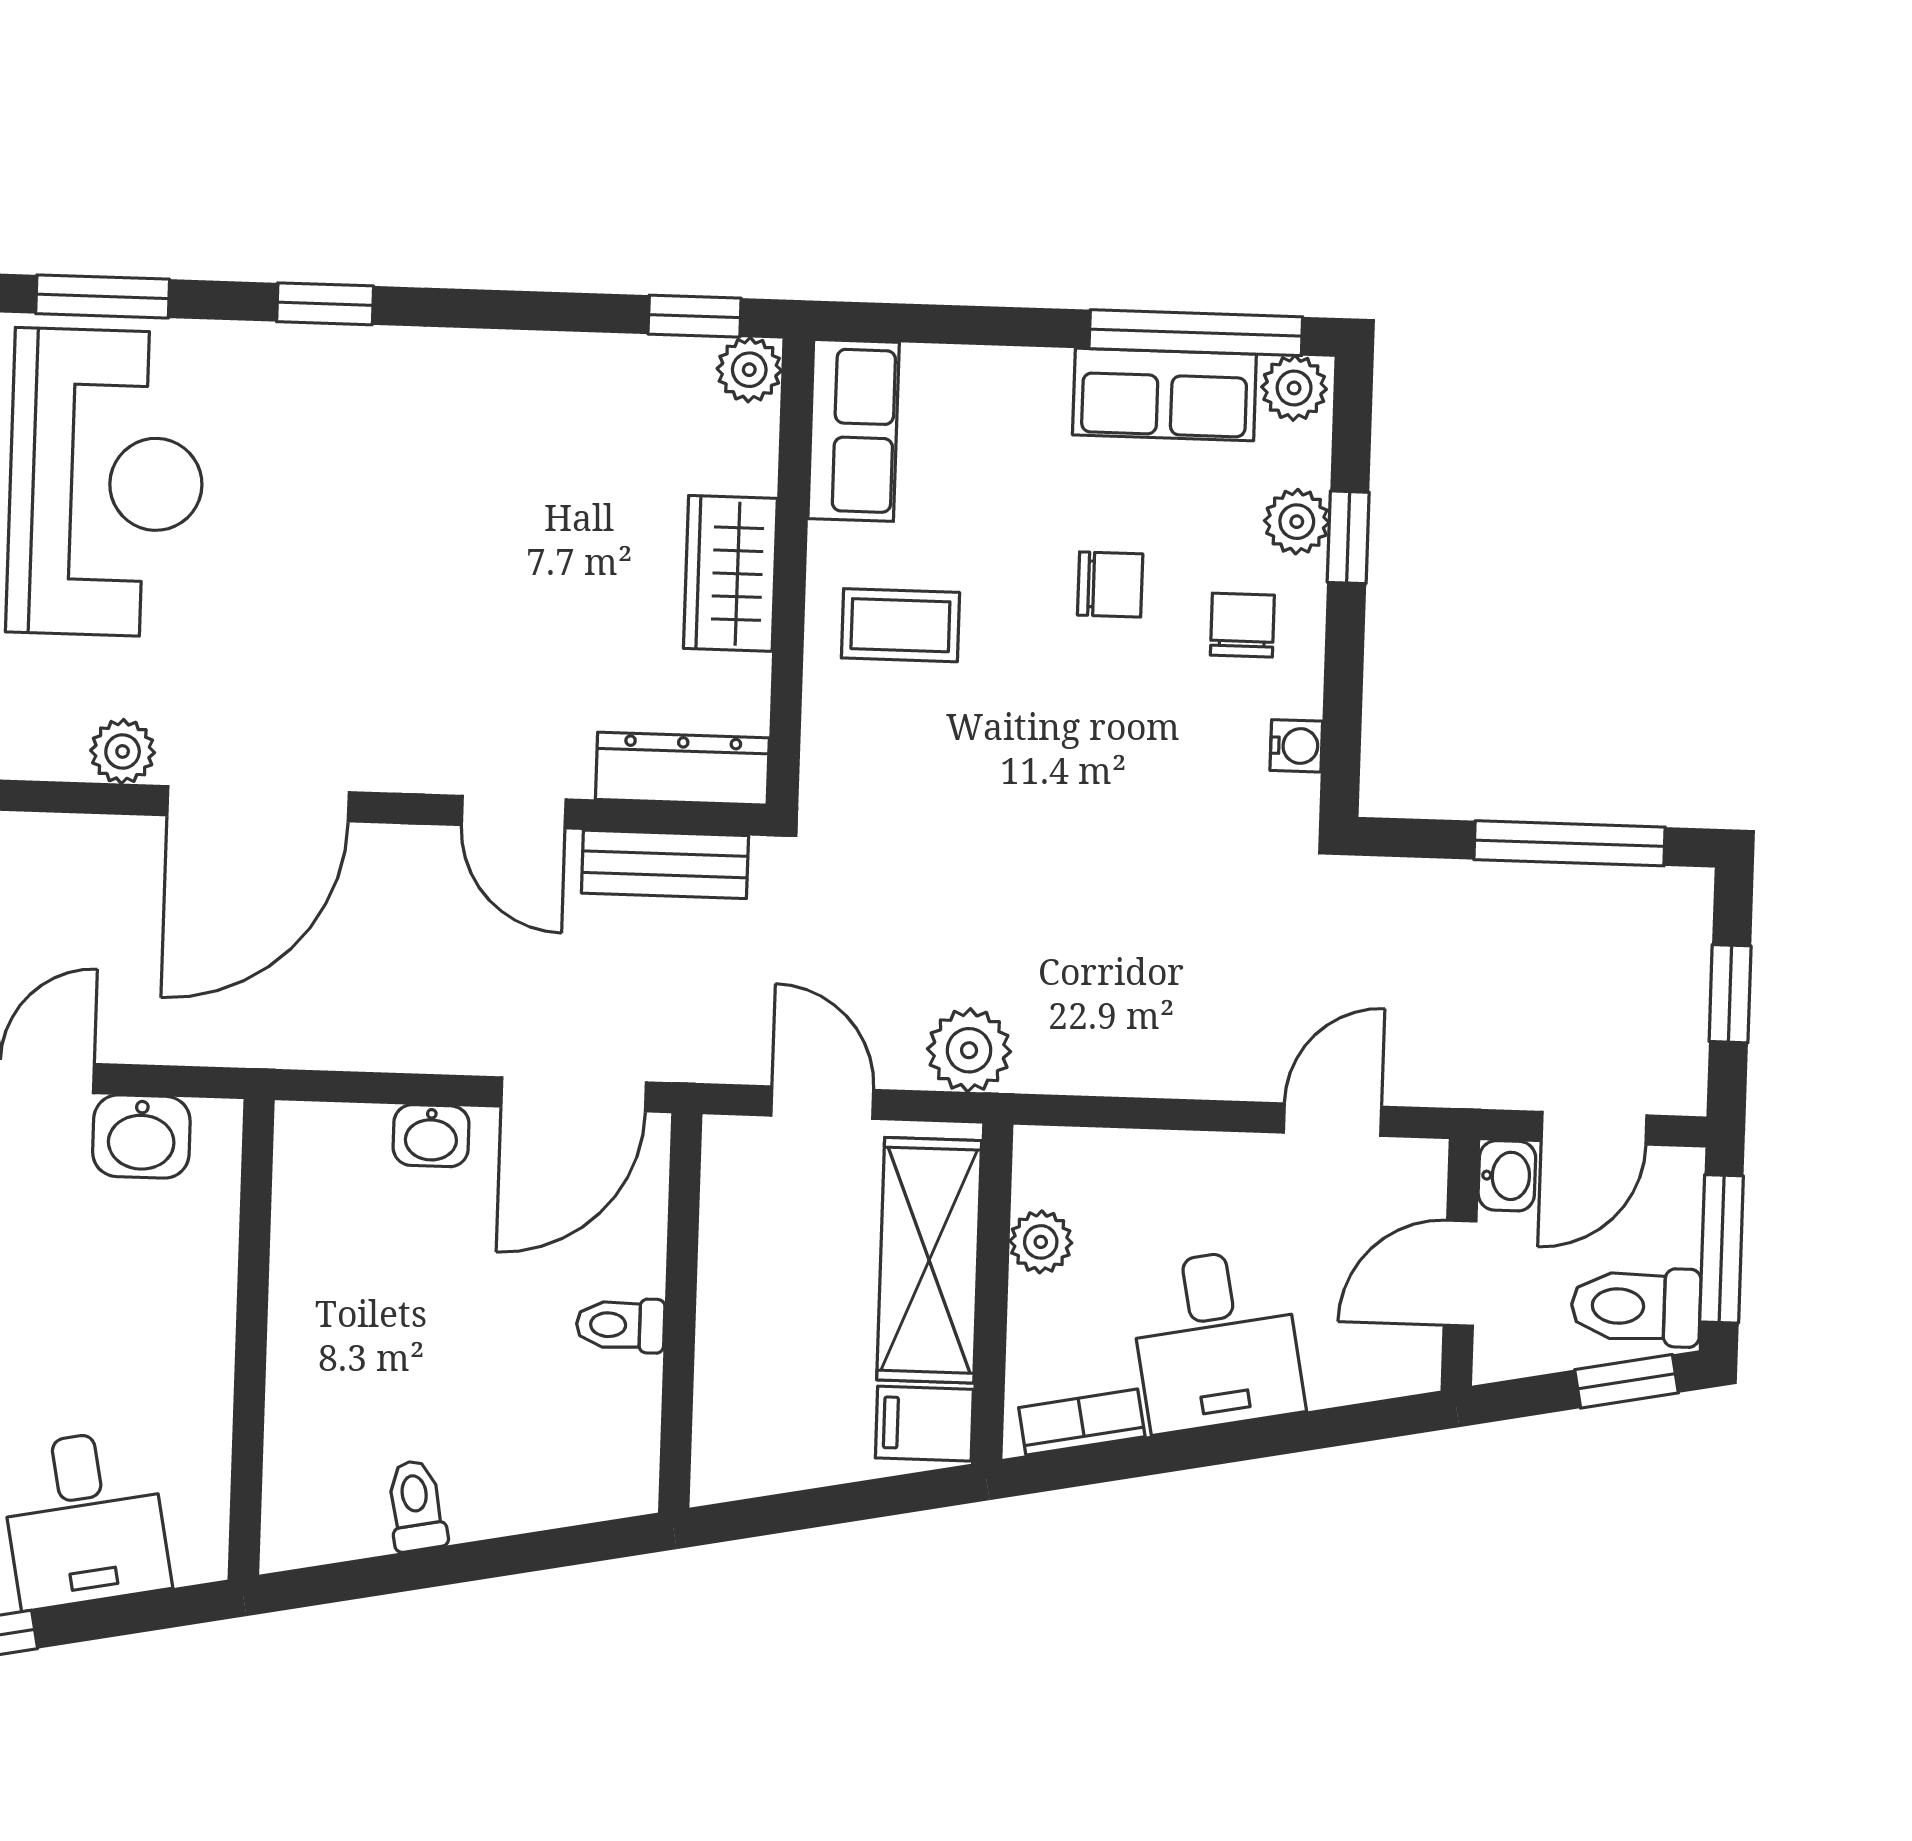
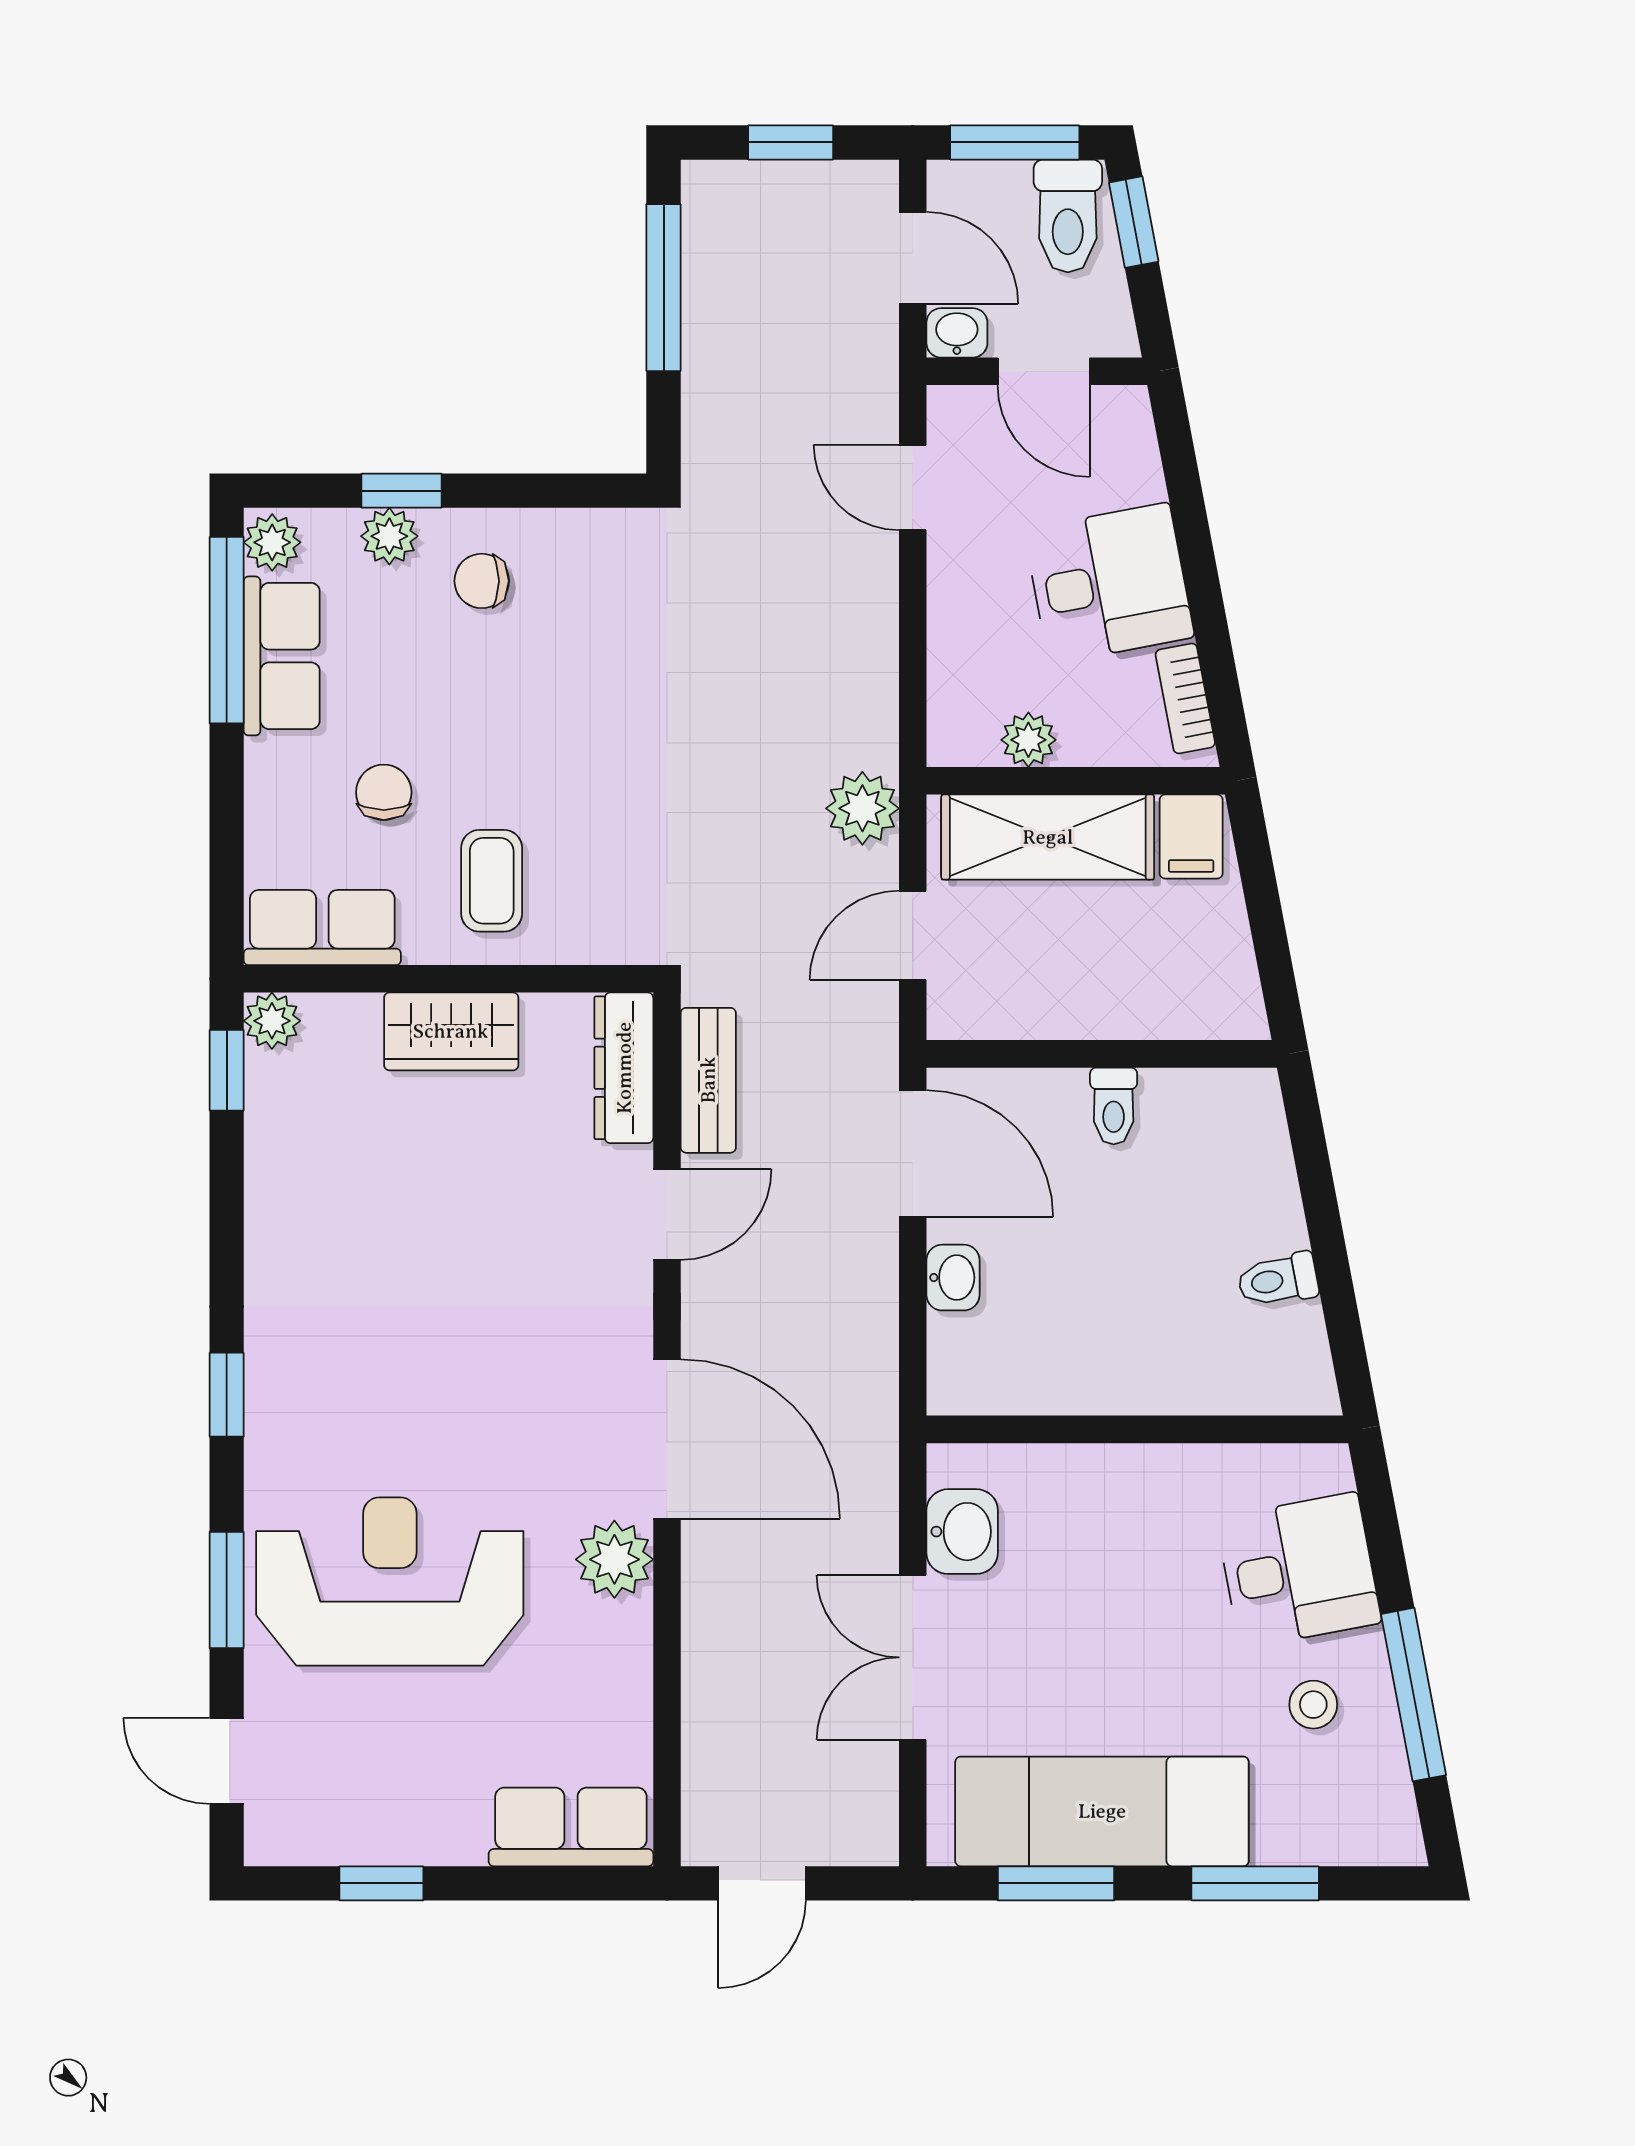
chair: (1110, 584) -> (384, 792), moved
water cooler: (1296, 746) -> (586, 530), removed
plant: (123, 751) -> (614, 1559), width x1.38, depth x1.38

